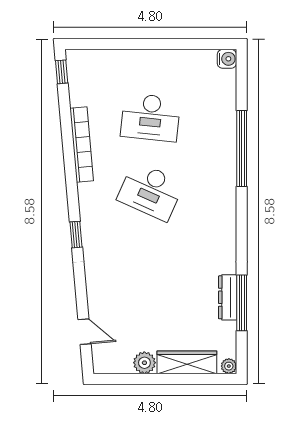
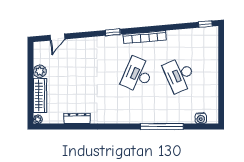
water cooler: (227, 59) -> (201, 118), moved
desk: (151, 117) -> (179, 75), turned -30
bookcase: (82, 145) -> (145, 37), moved
window: (242, 303) -> (74, 127), removed

